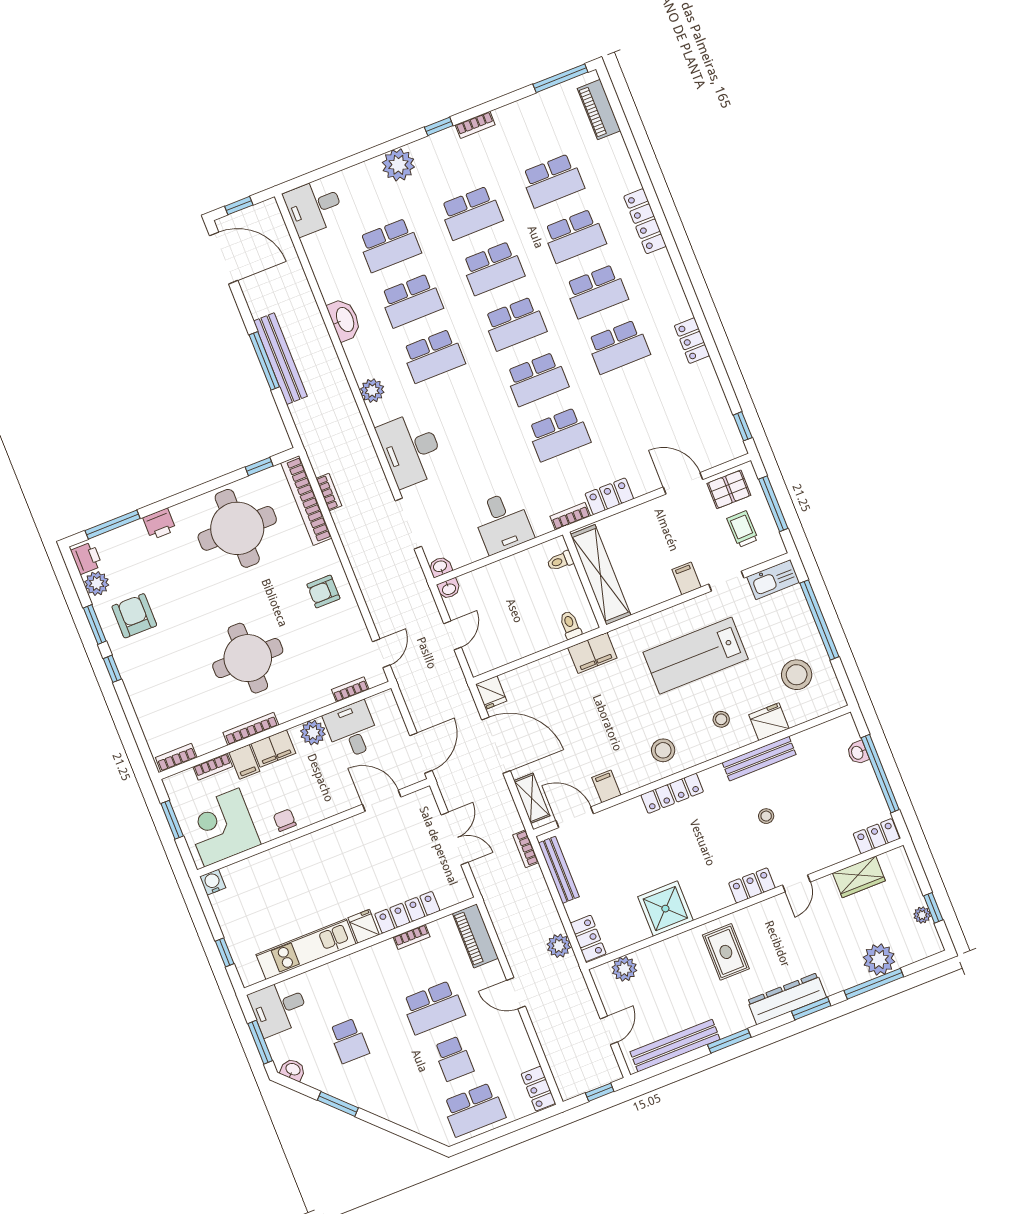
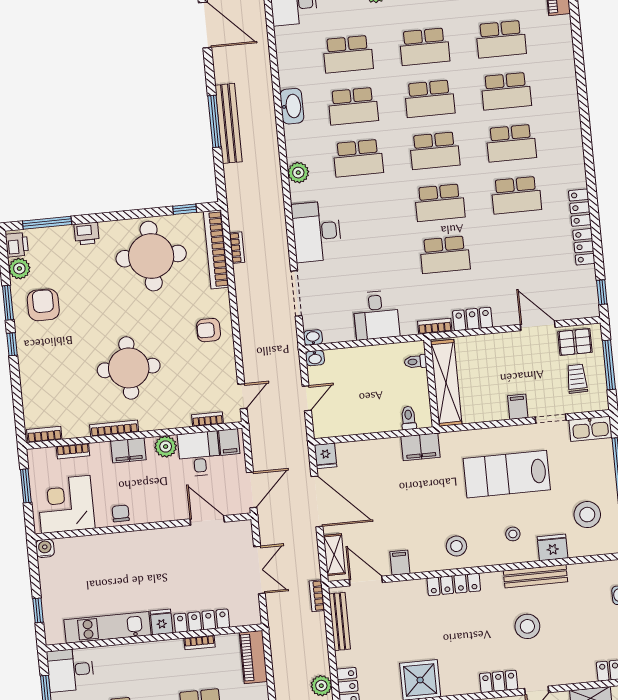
locker: (645, 221) -> (584, 247), moved, width x0.66
filing cabinet: (244, 762) -> (229, 442), moved
stool: (766, 816) -> (527, 626), width x1.89, depth x1.89

